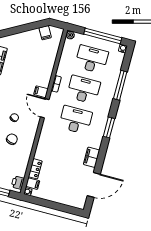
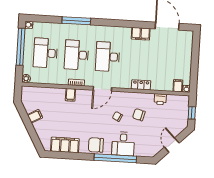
filing cabinet: (45, 33) -> (35, 116), moved
window: (120, 85) -> (76, 21), moved
filing cabinet: (41, 92) -> (70, 95), moved
window: (109, 127) -> (108, 23), removed
locker: (35, 169) -> (141, 85), moved
printer: (18, 183) -> (160, 99), moved

